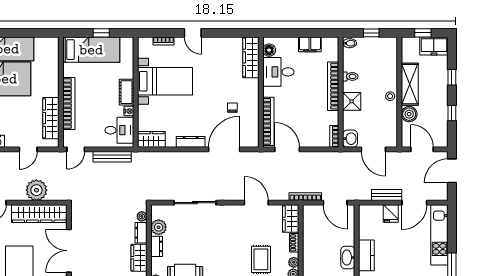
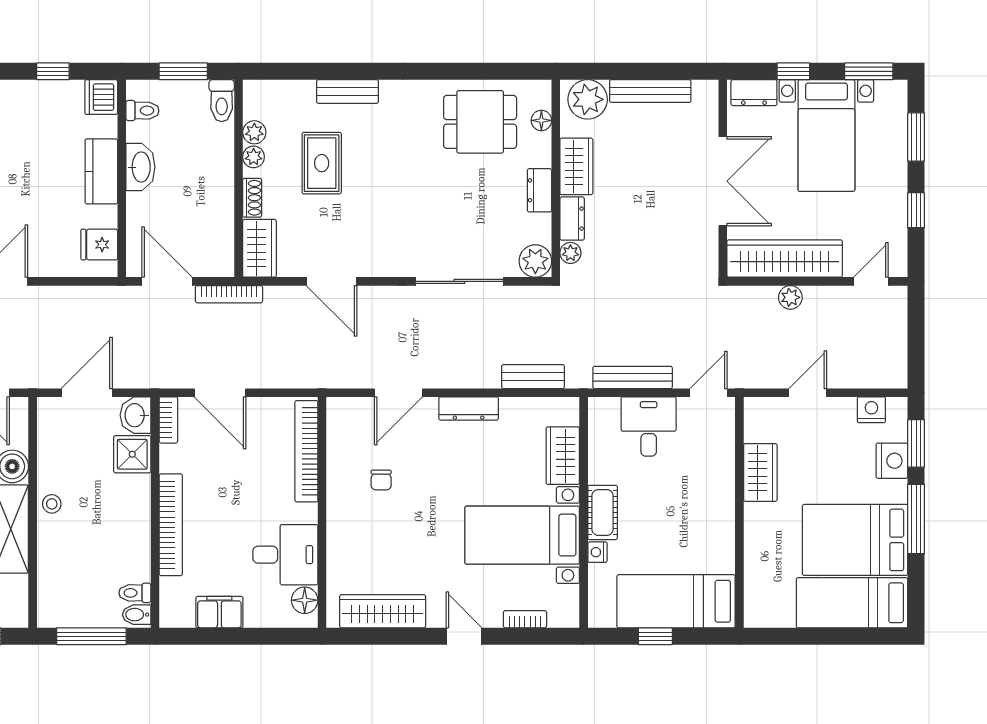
window: (371, 33) -> (91, 636), width x2.17
wardrobe: (251, 57) -> (383, 611), moved, turned -90
toilet: (350, 76) -> (135, 593), moved
shower: (352, 101) -> (132, 454), moved
bookcase: (69, 104) -> (723, 489), removed
nightstand: (129, 111) -> (597, 552), moved
wardrobe: (51, 118) -> (760, 472), width x0.67
desk: (119, 130) -> (649, 427), moved, turned 90
wardrobe: (151, 139) -> (563, 456), moved, turned 90
door: (224, 149) -> (398, 393), width x0.73
door: (287, 149) -> (220, 393), moved
door: (373, 149) -> (87, 393), hinge flipped
plant: (36, 190) -> (790, 297), width x0.53, depth x0.53
bench: (387, 195) -> (533, 377), moved
fridge: (391, 213) -> (99, 245), moved, turned -90
plant: (159, 227) -> (535, 261), moved

